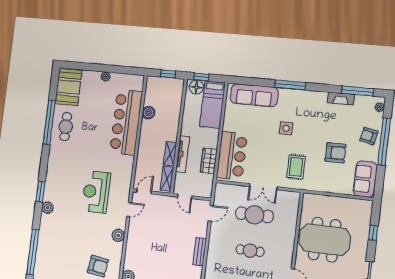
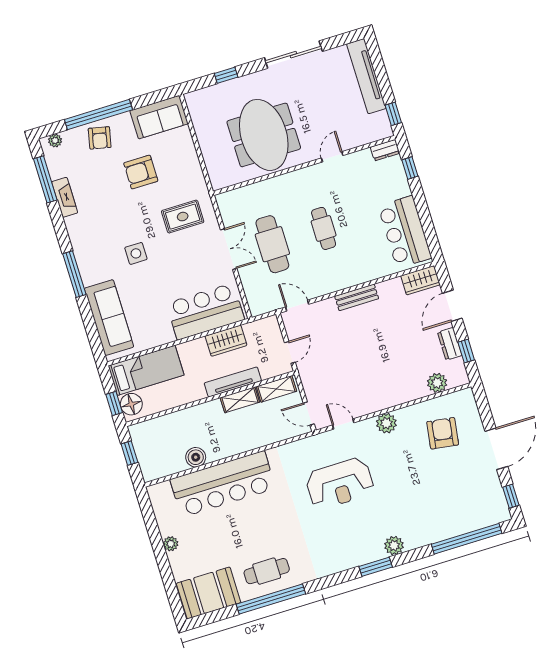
armchair: (335, 153) -> (141, 172), turned -90

